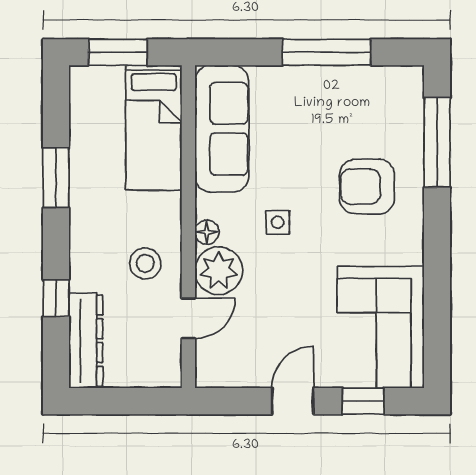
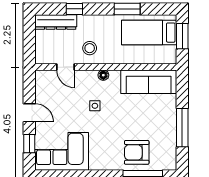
bed: (154, 128) -> (149, 33), moved
armchair: (367, 187) -> (137, 152), moved, turned -90
side table: (278, 222) -> (95, 106), moved
plant: (219, 271) -> (86, 80), removed

